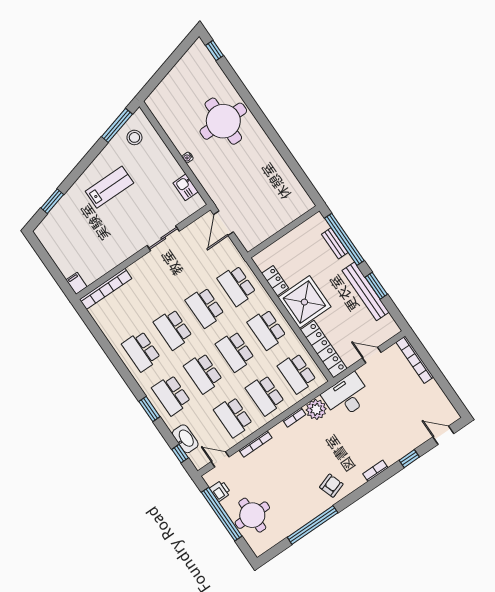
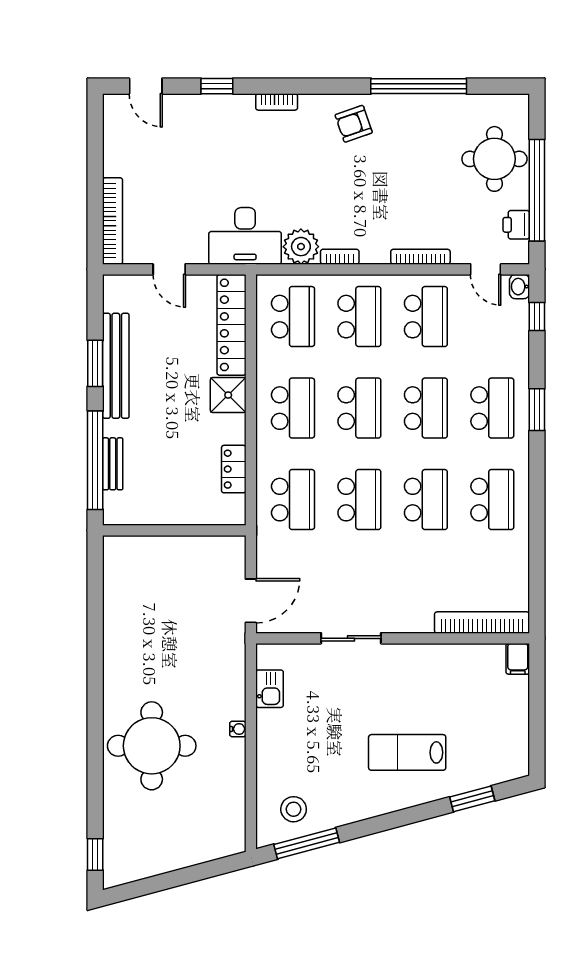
lab bench: (109, 187) -> (407, 752), moved
shower: (304, 302) -> (228, 395), width x0.54, depth x0.54
washbasin: (185, 439) -> (520, 287), moved, width x0.52, depth x0.69

